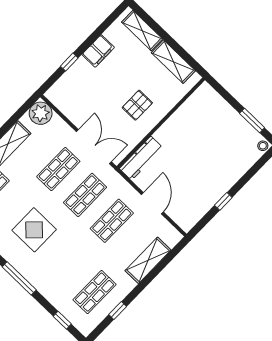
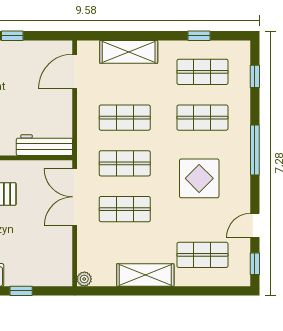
plant: (41, 113) -> (84, 279), width x0.53, depth x0.53
door: (152, 203) -> (75, 71), moved
shop shelf: (68, 266) -> (202, 118), added

